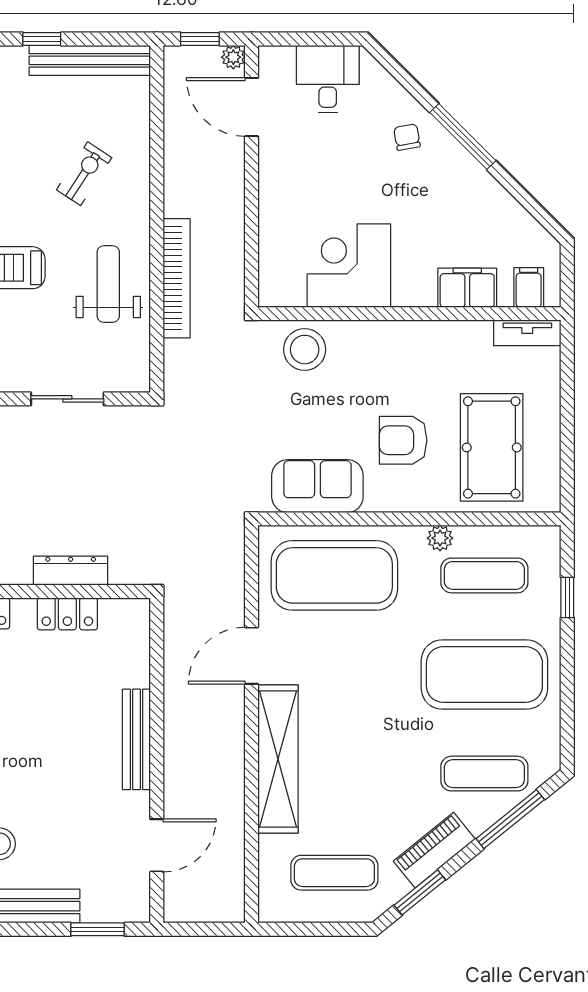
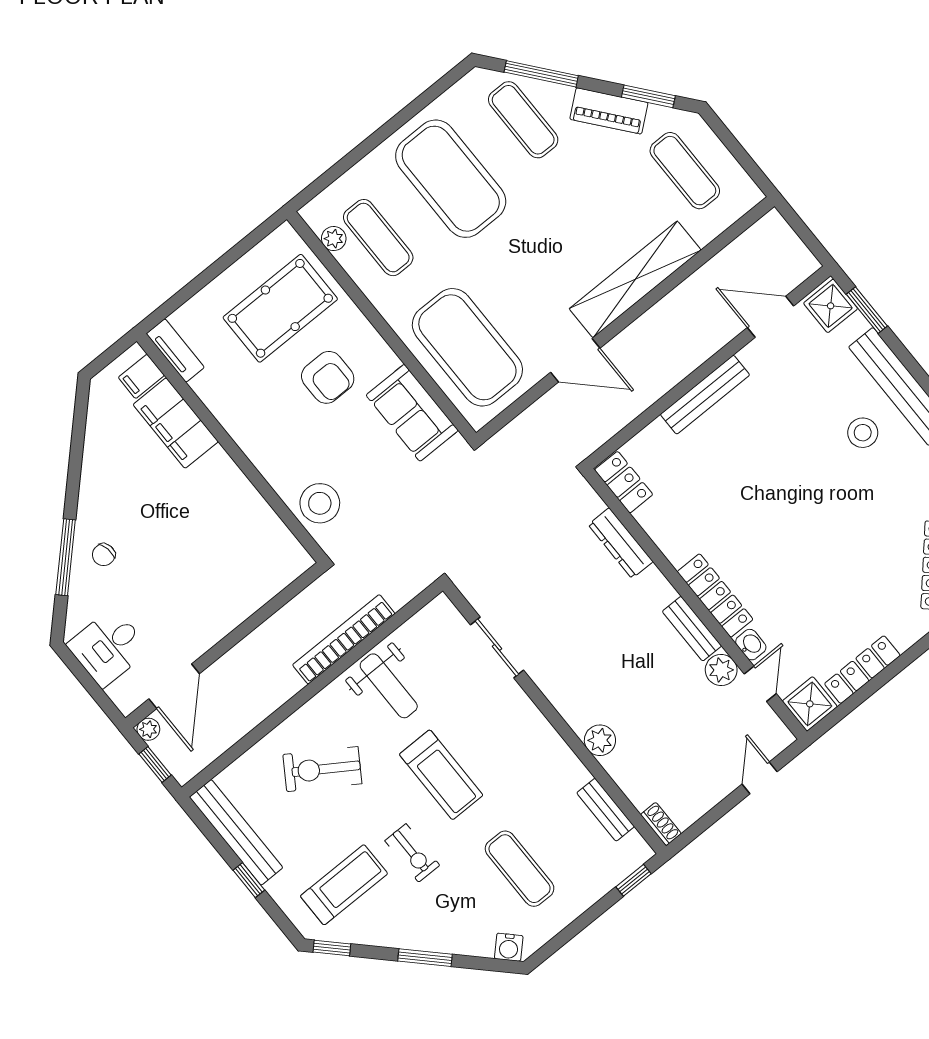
window: (463, 137) -> (66, 557), moved
exercise bike: (84, 174) -> (322, 769), width x1.38, depth x1.39
corner desk: (349, 266) -> (232, 521), removed
weight bench: (108, 284) -> (389, 686), turned -90
filing cabinet: (467, 288) -> (176, 423), width x1.50, depth x1.17
plant: (440, 538) -> (334, 239), moved
window: (567, 598) -> (345, 164), removed
locker: (67, 614) -> (624, 482), moved
shower: (125, 902) -> (831, 306), added

